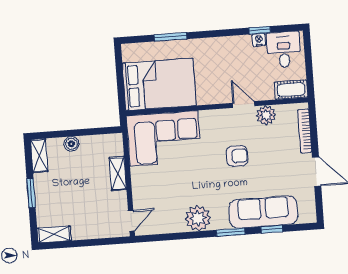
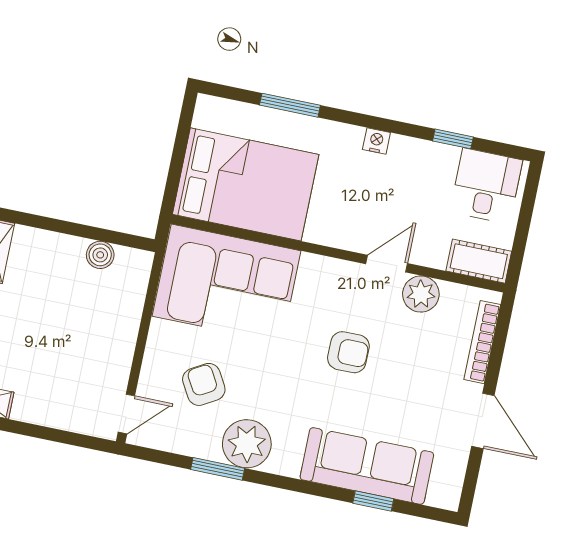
nightstand: (259, 40) -> (376, 141), moved
door: (244, 105) -> (387, 264), hinge flipped
boiler: (71, 144) -> (100, 255), moved
shelving: (118, 174) -> (126, 323), removed
armchair: (167, 194) -> (204, 384), added
window: (231, 232) -> (218, 469), moved

